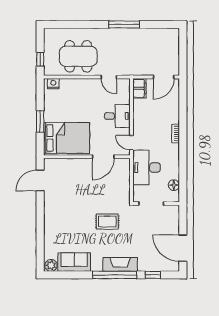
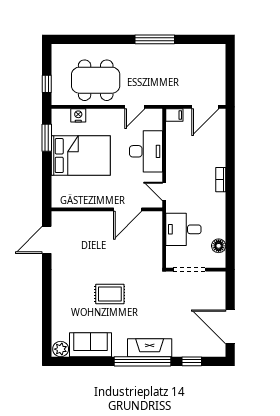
door: (109, 77) -> (135, 107), hinge flipped
nightstand: (53, 84) -> (78, 115), moved
filing cabinet: (139, 88) -> (174, 115), width x0.50
desk: (117, 116) -> (146, 151), width x1.37
window: (40, 121) -> (47, 138), moved
bed: (67, 138) -> (81, 156), moved
desk: (146, 168) -> (183, 229), width x0.73
rug: (107, 222) -> (110, 294), moved

